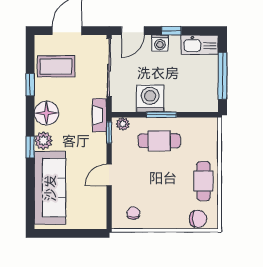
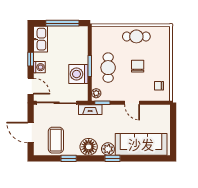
chair: (198, 219) -> (138, 66), moved

